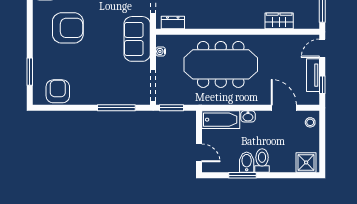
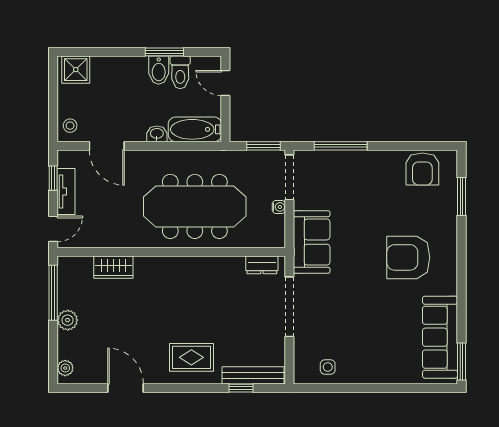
water cooler: (161, 51) -> (279, 207), moved
toilet: (262, 161) -> (180, 72), moved

